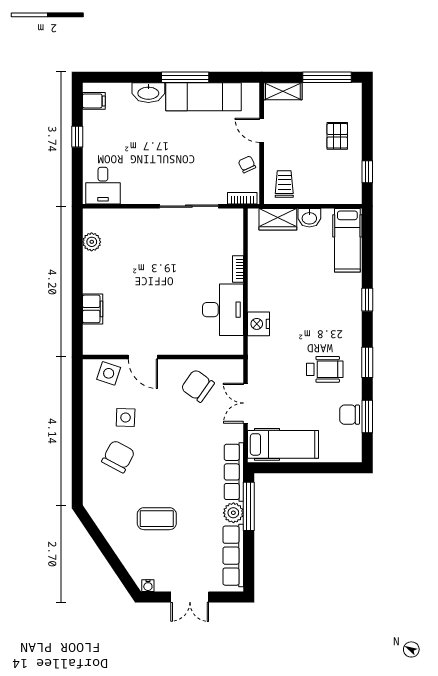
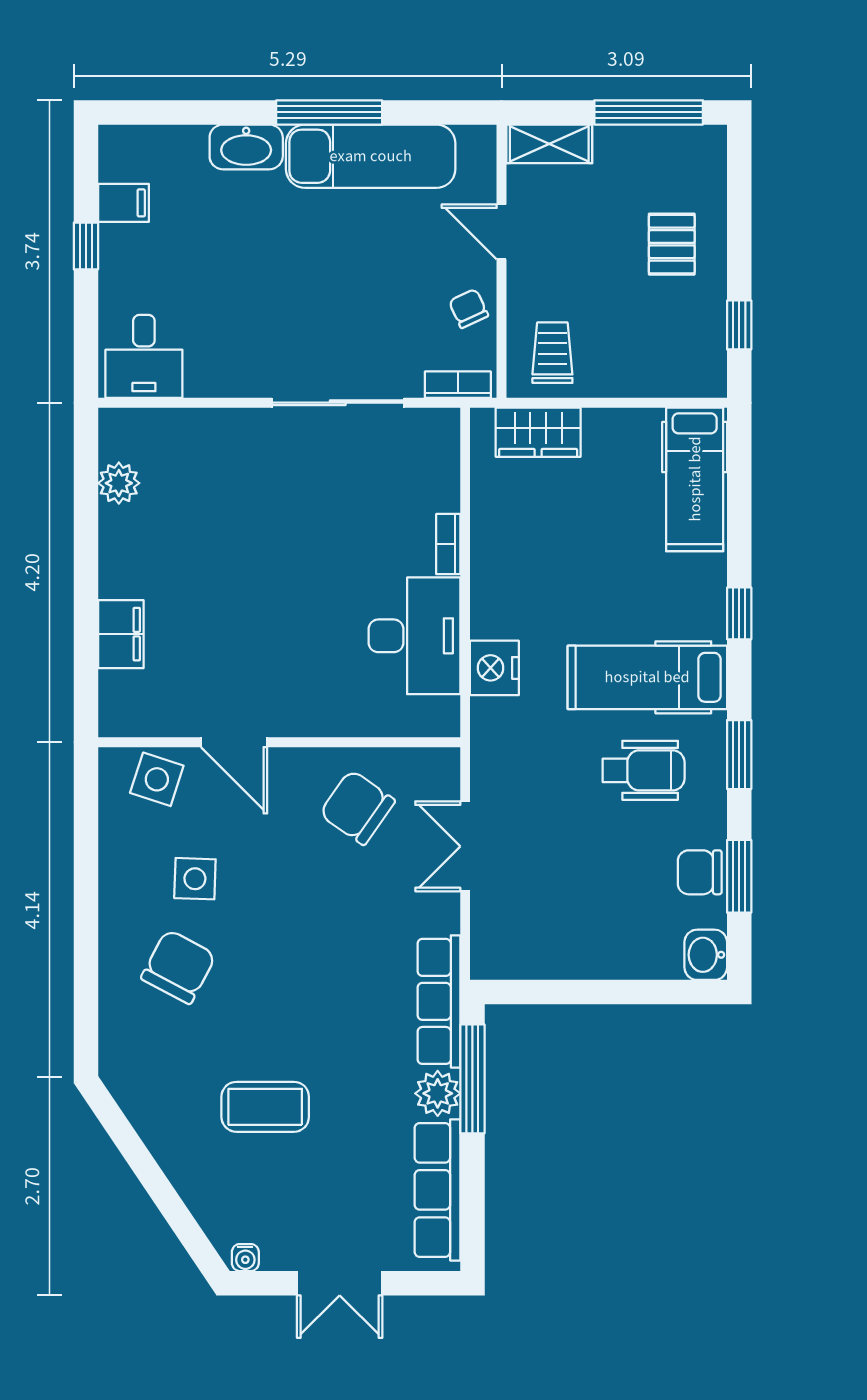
filing cabinet: (94, 101) -> (123, 203), moved
washbasin: (309, 218) -> (706, 955), moved, turned 90
hospital bed: (283, 444) -> (647, 677), moved, turned 180

